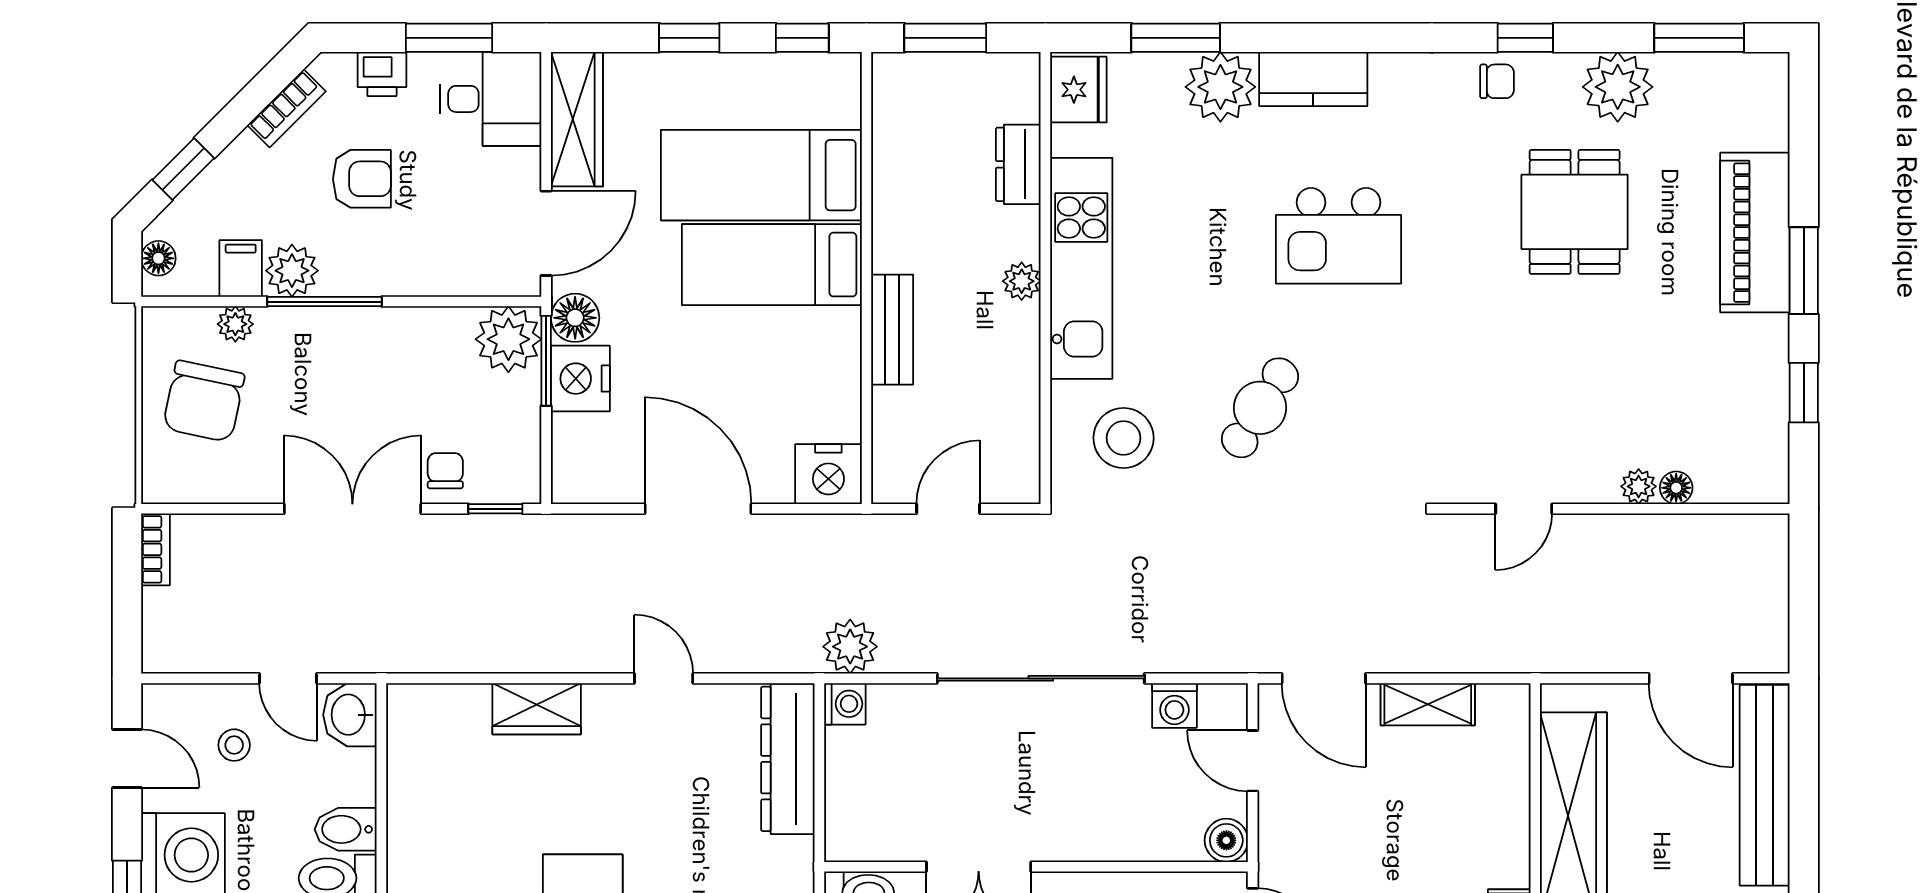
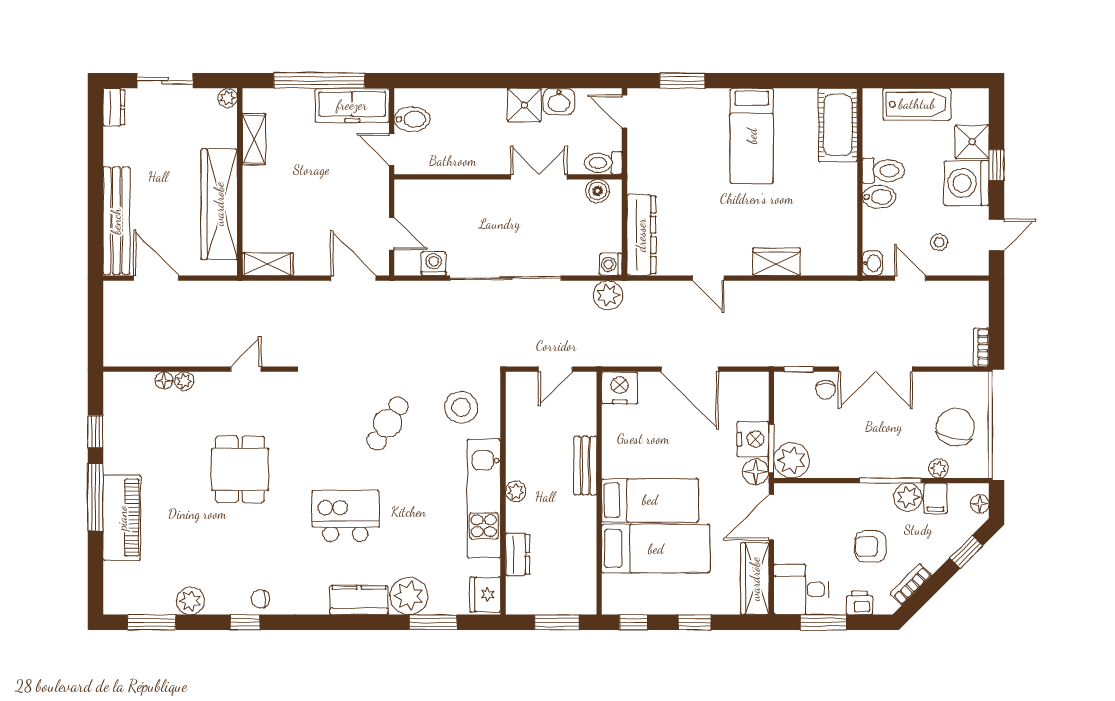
plant: (1618, 87) -> (190, 601), width x0.73, depth x0.73
dining table: (1575, 212) -> (240, 469), moved
window: (1804, 271) -> (95, 497), width x1.44
shelving: (1428, 704) -> (268, 264), moved
washbasin: (350, 715) -> (872, 263), width x0.72, depth x0.69
door: (127, 759) -> (997, 235), swing flipped
boiler: (1226, 840) -> (597, 191), moved

